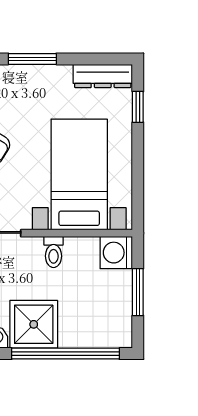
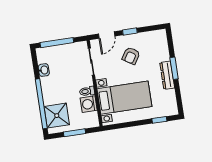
dresser: (103, 76) -> (167, 75), moved
washing machine: (116, 253) -> (89, 104), moved, turned -90
shower: (34, 324) -> (57, 116), moved

